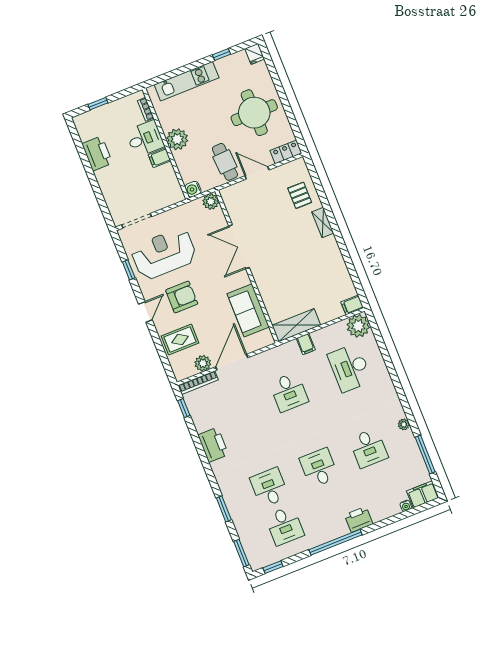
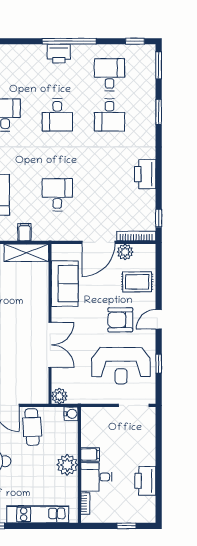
printer: (359, 519) -> (59, 54), moved

